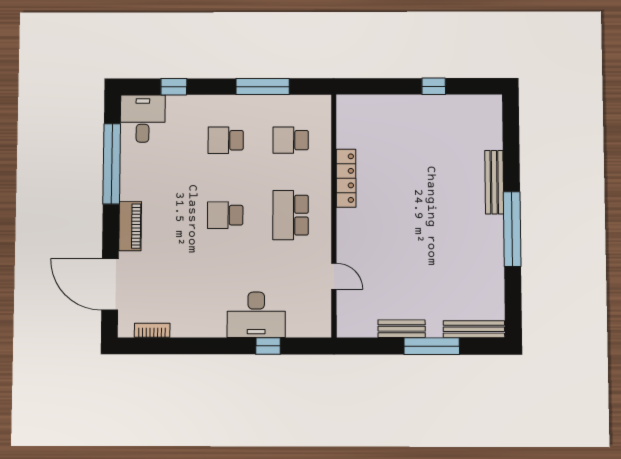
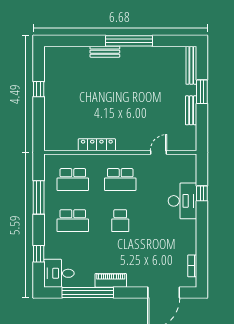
school desk: (226, 140) -> (73, 221), width x1.85
school desk: (291, 140) -> (73, 180), width x1.85
bench: (494, 182) -> (105, 52), width x0.73
piano: (130, 226) -> (111, 280), moved
window: (432, 346) -> (202, 92), width x0.69

